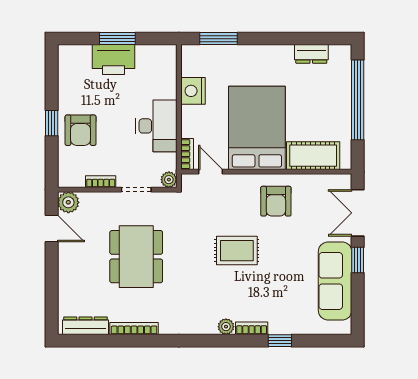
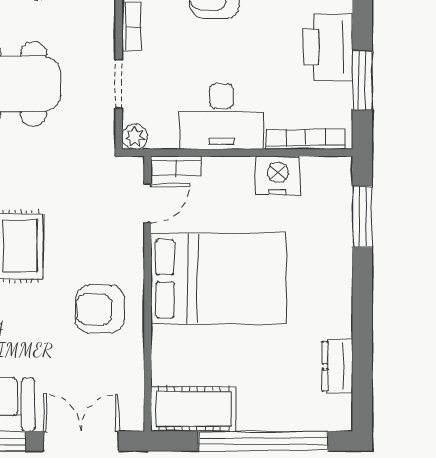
window: (117, 39) -> (362, 80), moved
bookcase: (171, 74) -> (306, 139), added
cot: (313, 156) -> (193, 409), moved, turned 90

